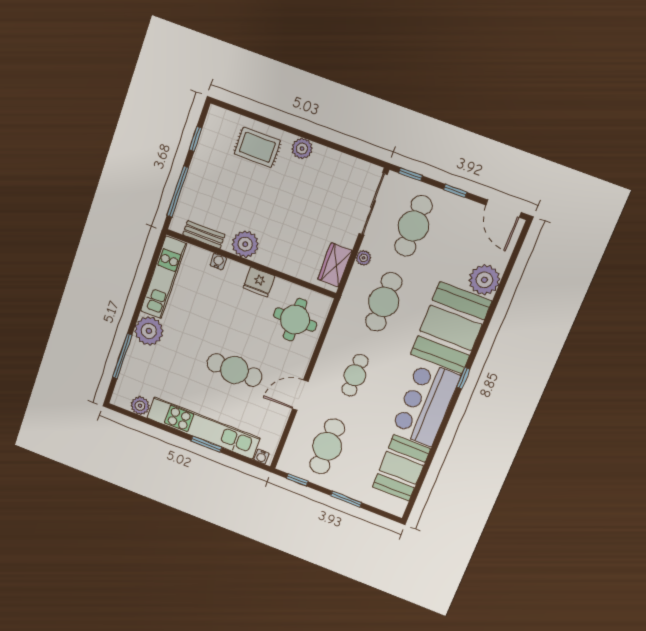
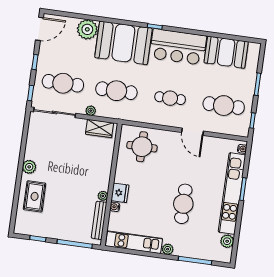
bench: (204, 235) -> (99, 220), width x1.36
plant: (245, 244) -> (103, 196), width x0.53, depth x0.53
fridge: (259, 282) -> (120, 193), moved
plant: (149, 331) -> (168, 249), width x0.53, depth x0.53
cafe table: (234, 370) -> (183, 204), moved

